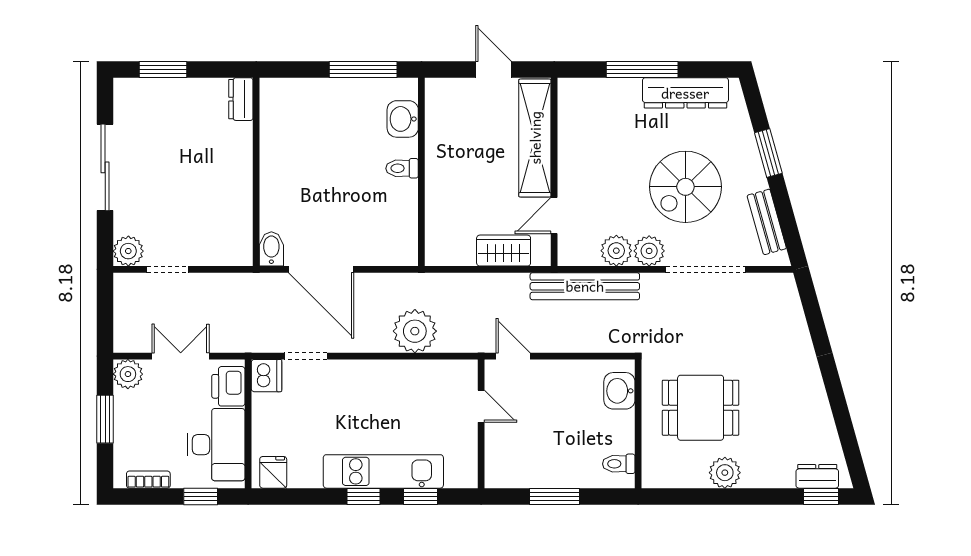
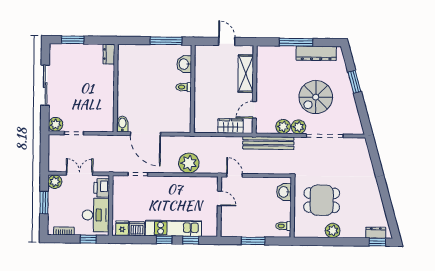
shelving: (535, 138) -> (246, 74), width x0.68
bench: (767, 222) -> (353, 114), removed
dishwasher: (267, 376) -> (137, 229), moved, turned -90

